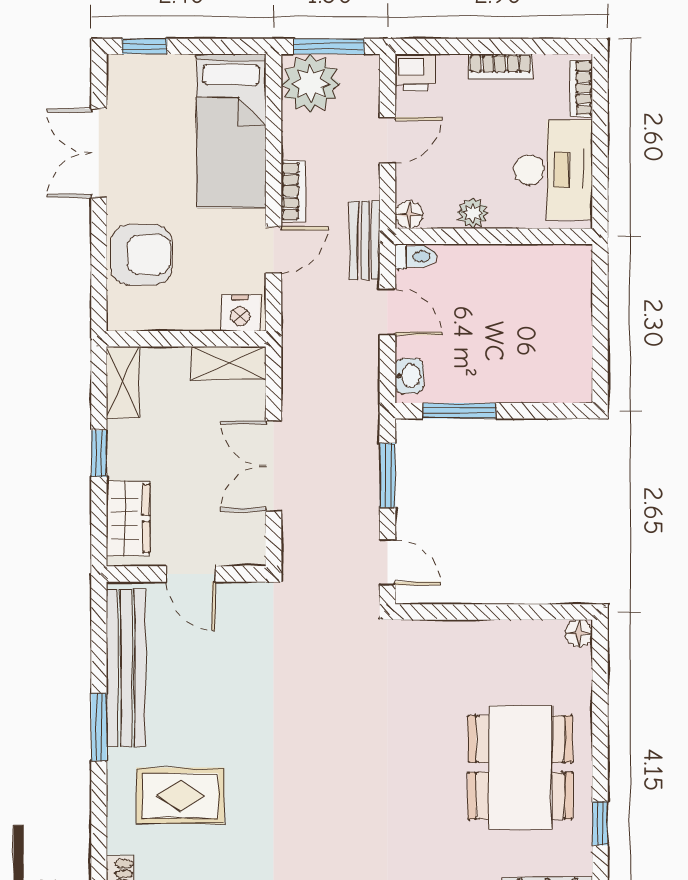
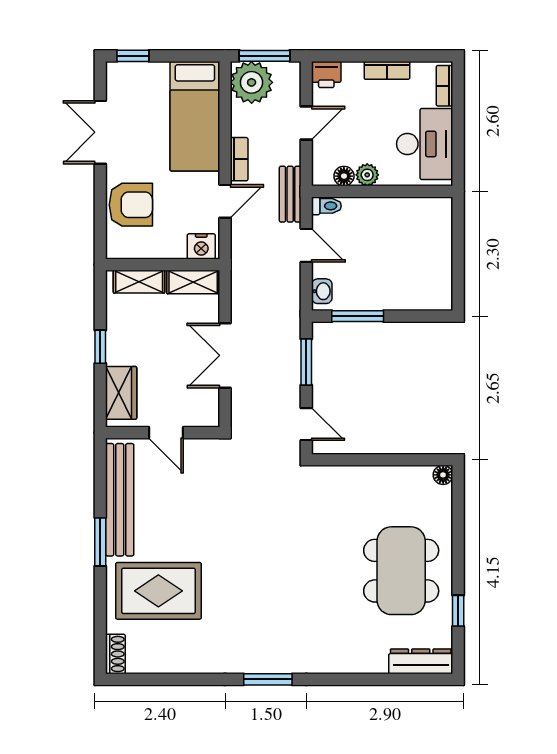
floor lamp: (409, 215) -> (344, 176), moved
shelving: (123, 382) -> (139, 282), moved, turned 90
rug: (180, 796) -> (158, 591), width x1.36, depth x1.43

